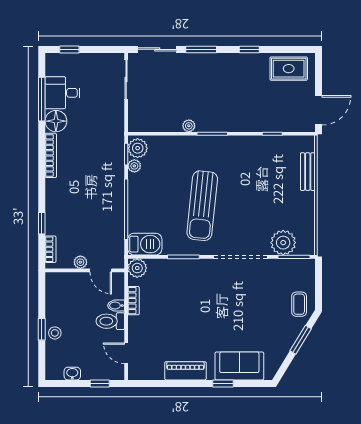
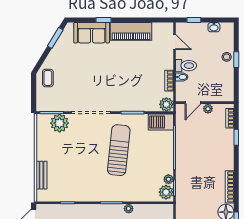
door: (101, 270) -> (193, 103), swing flipped
window: (301, 340) -> (55, 38), moved
piano: (185, 371) -> (131, 31), width x1.37, depth x1.33

